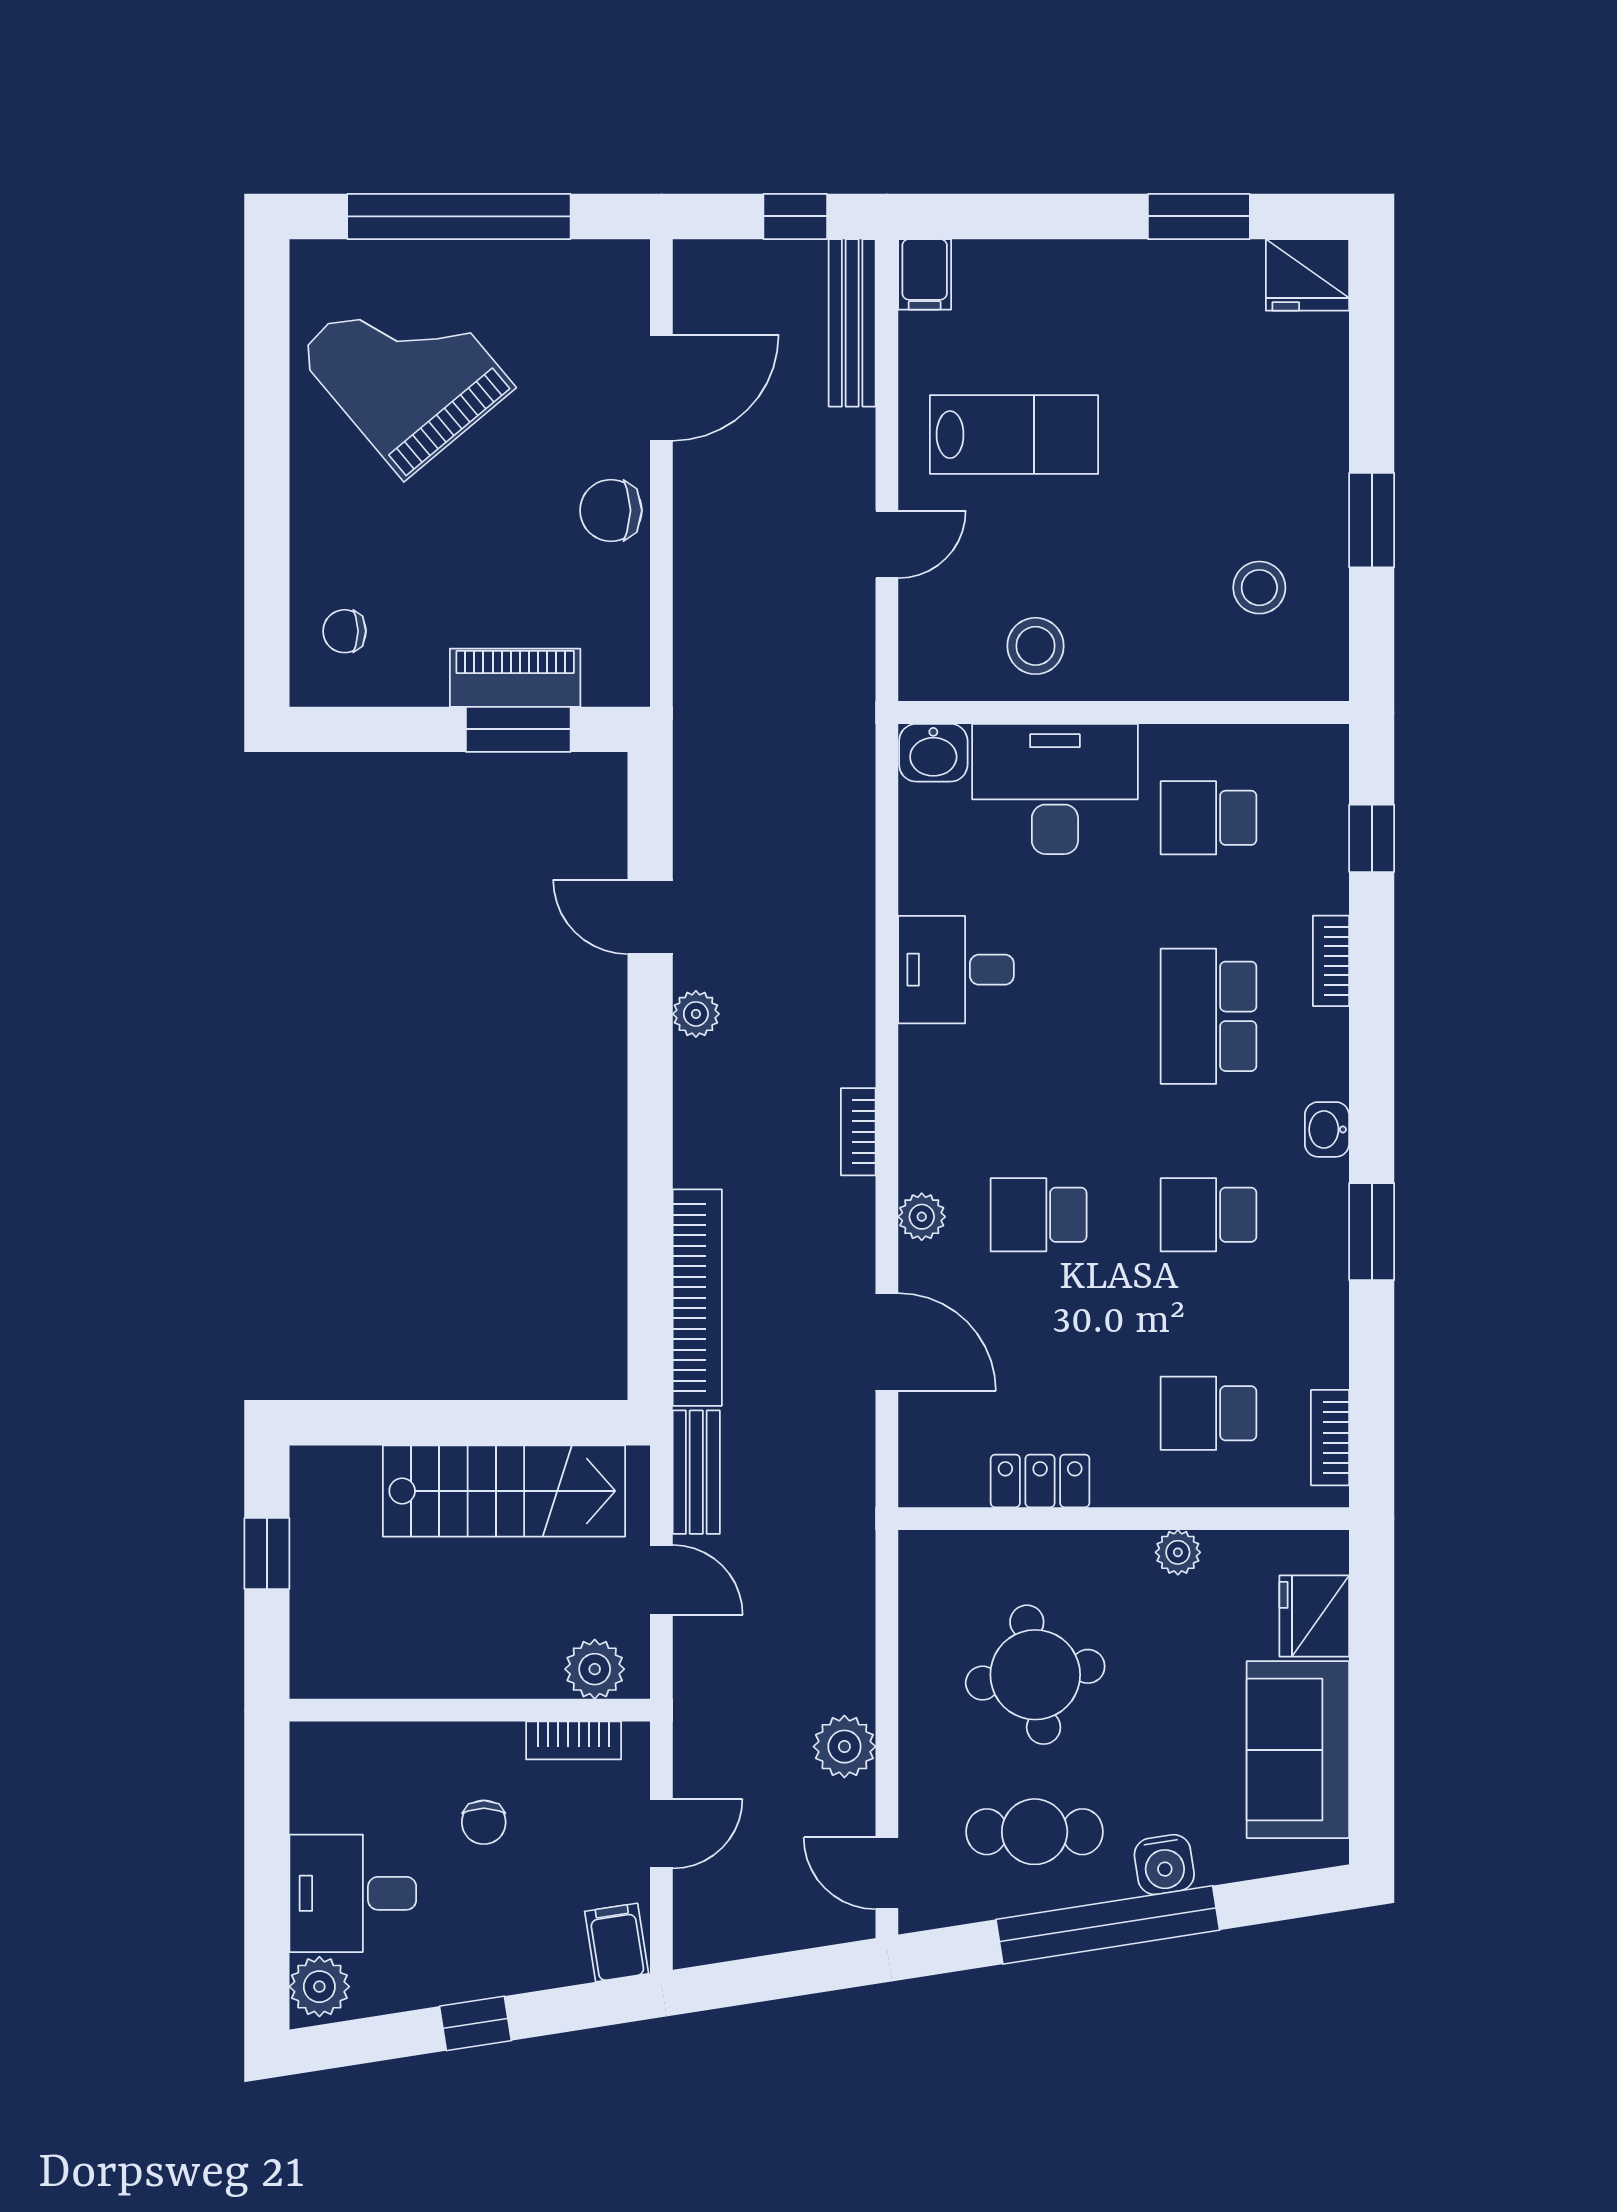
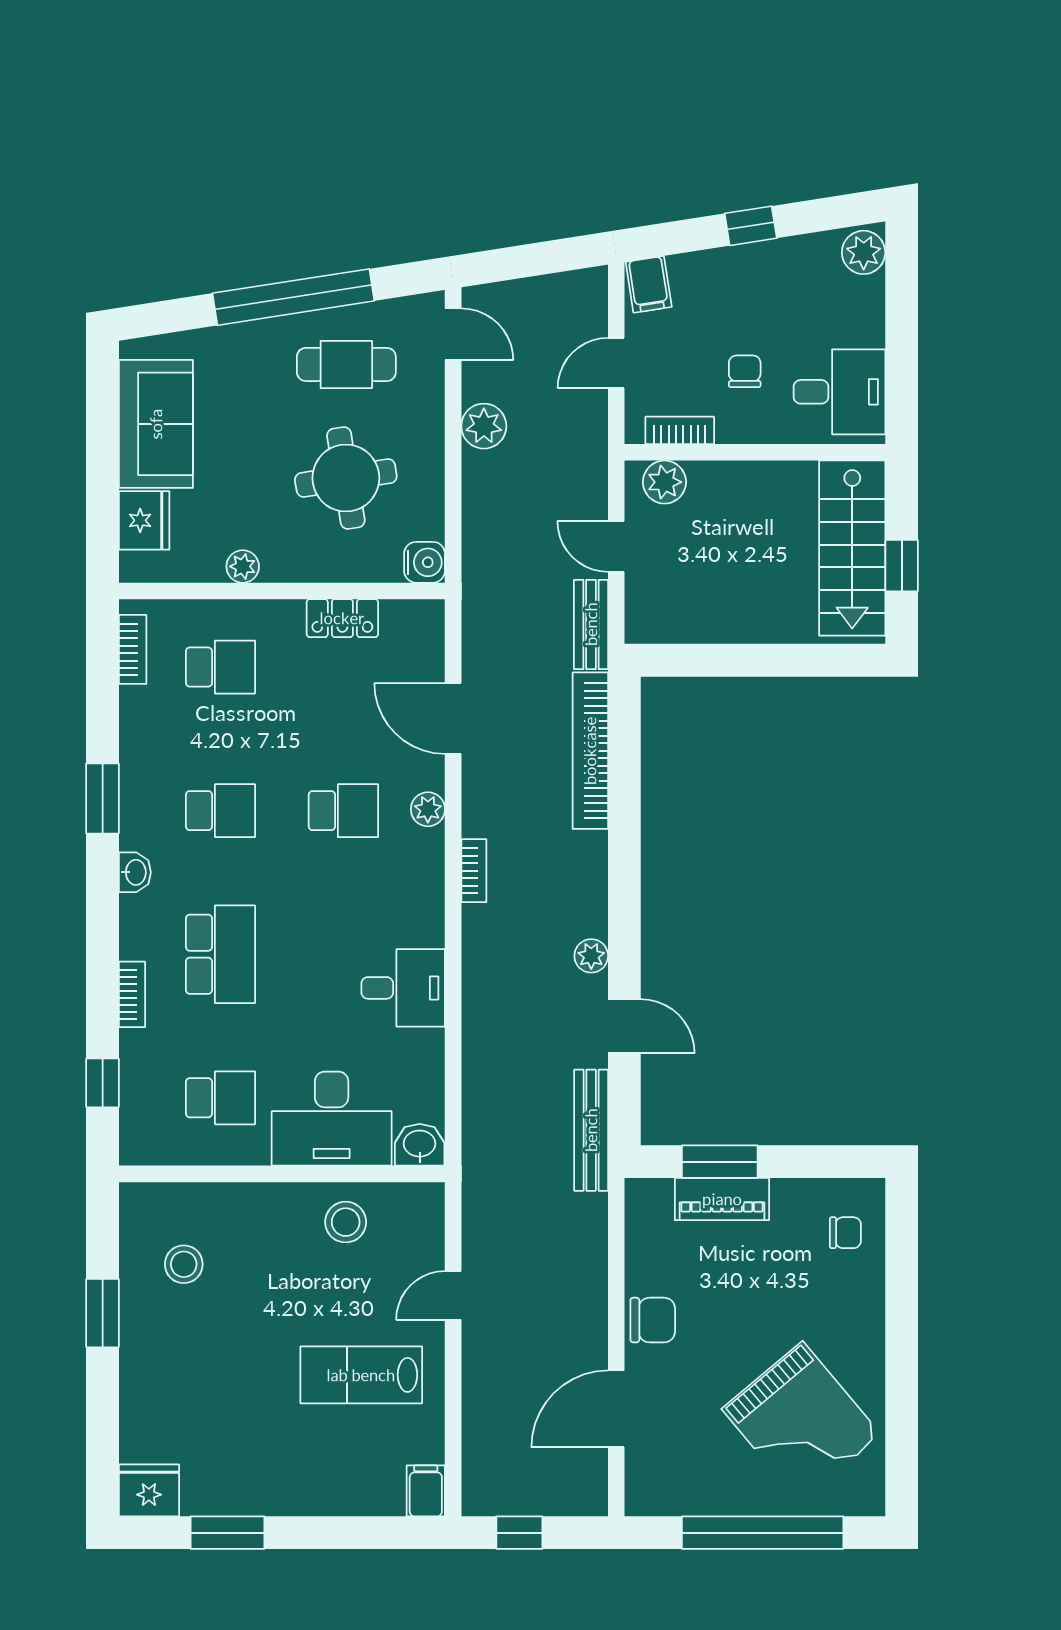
bench: (852, 323) -> (591, 1130), moved
stairs: (504, 1491) -> (852, 548), moved, turned -90
water cooler: (1164, 1865) -> (425, 562), moved, turned 99
desk: (353, 1893) -> (839, 392), moved

